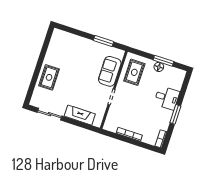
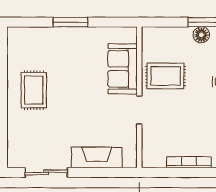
window: (103, 41) -> (70, 22), moved
rug: (134, 72) -> (166, 76), moved, turned 90
rug: (49, 77) -> (34, 90), moved

